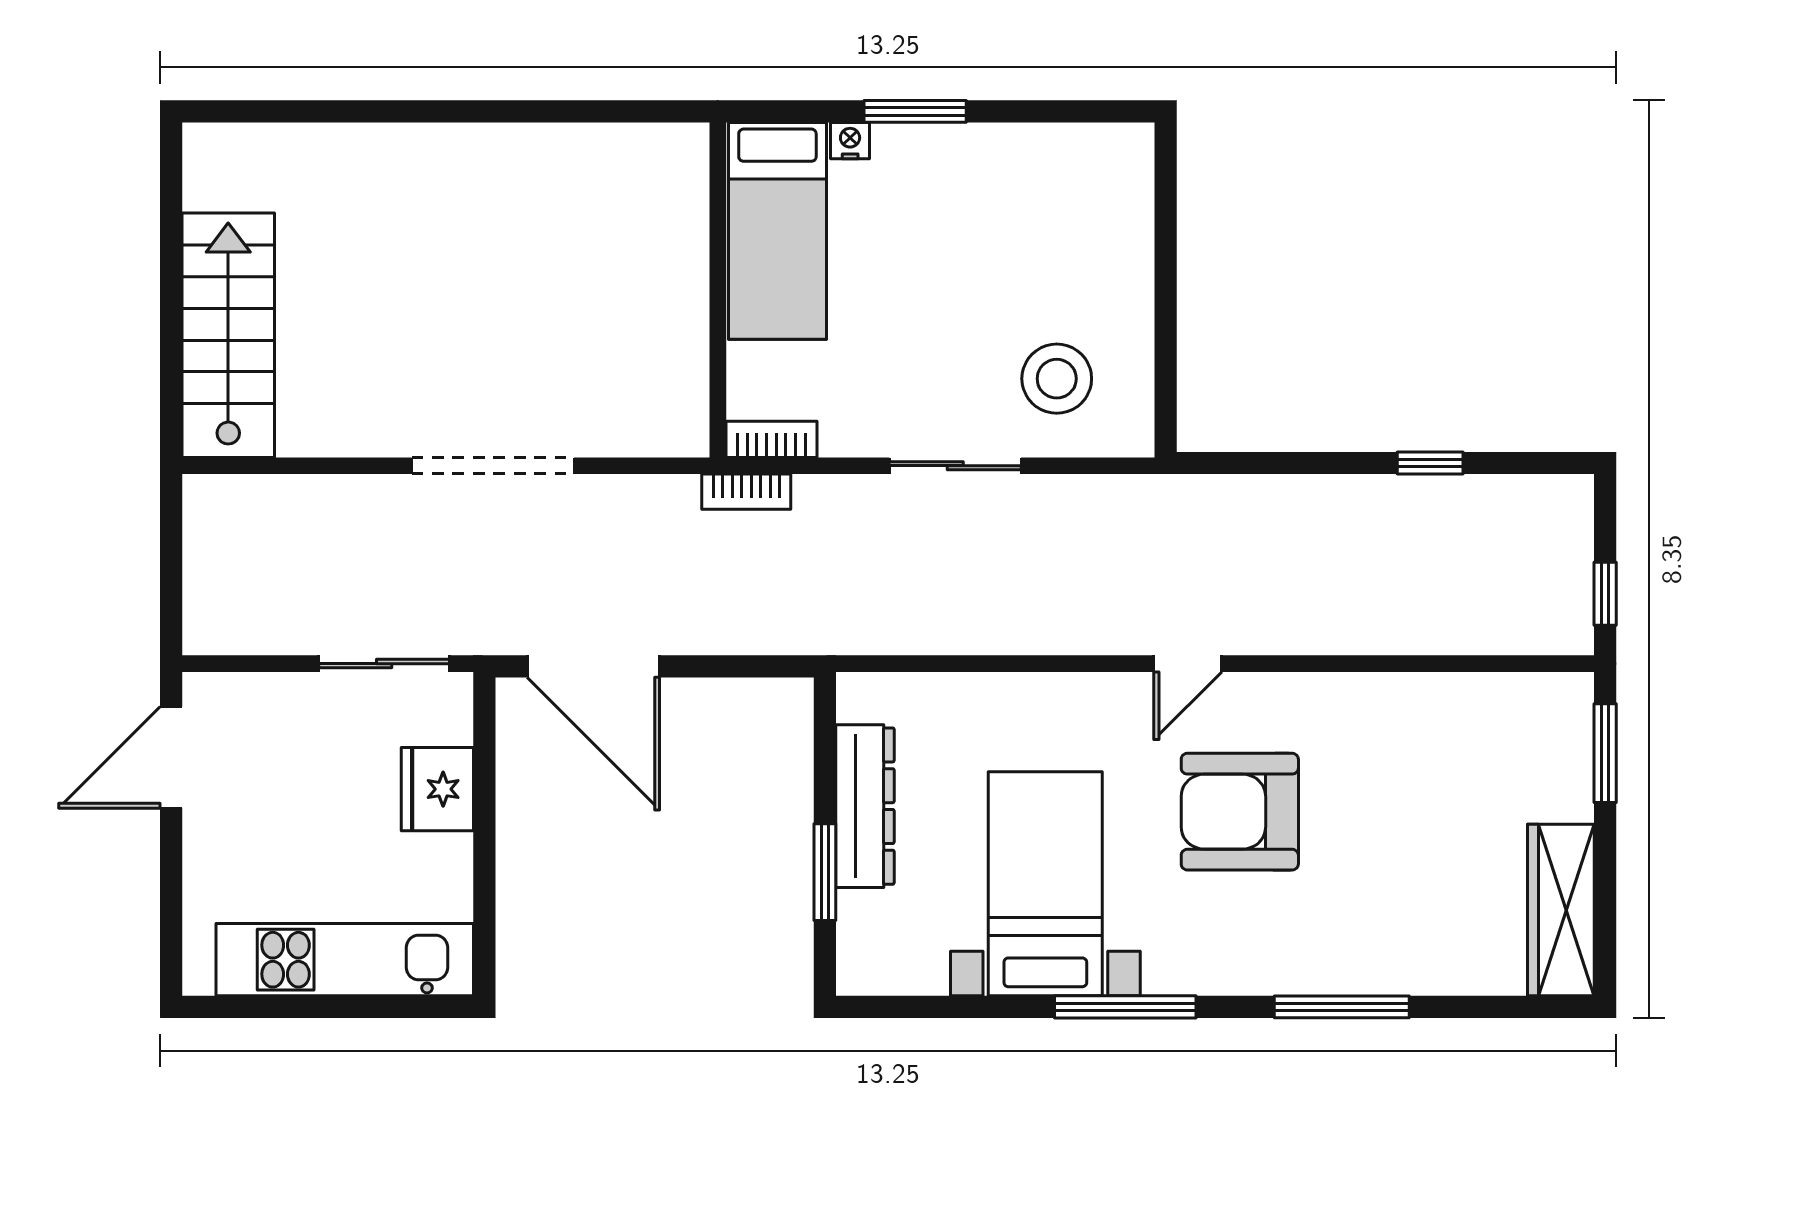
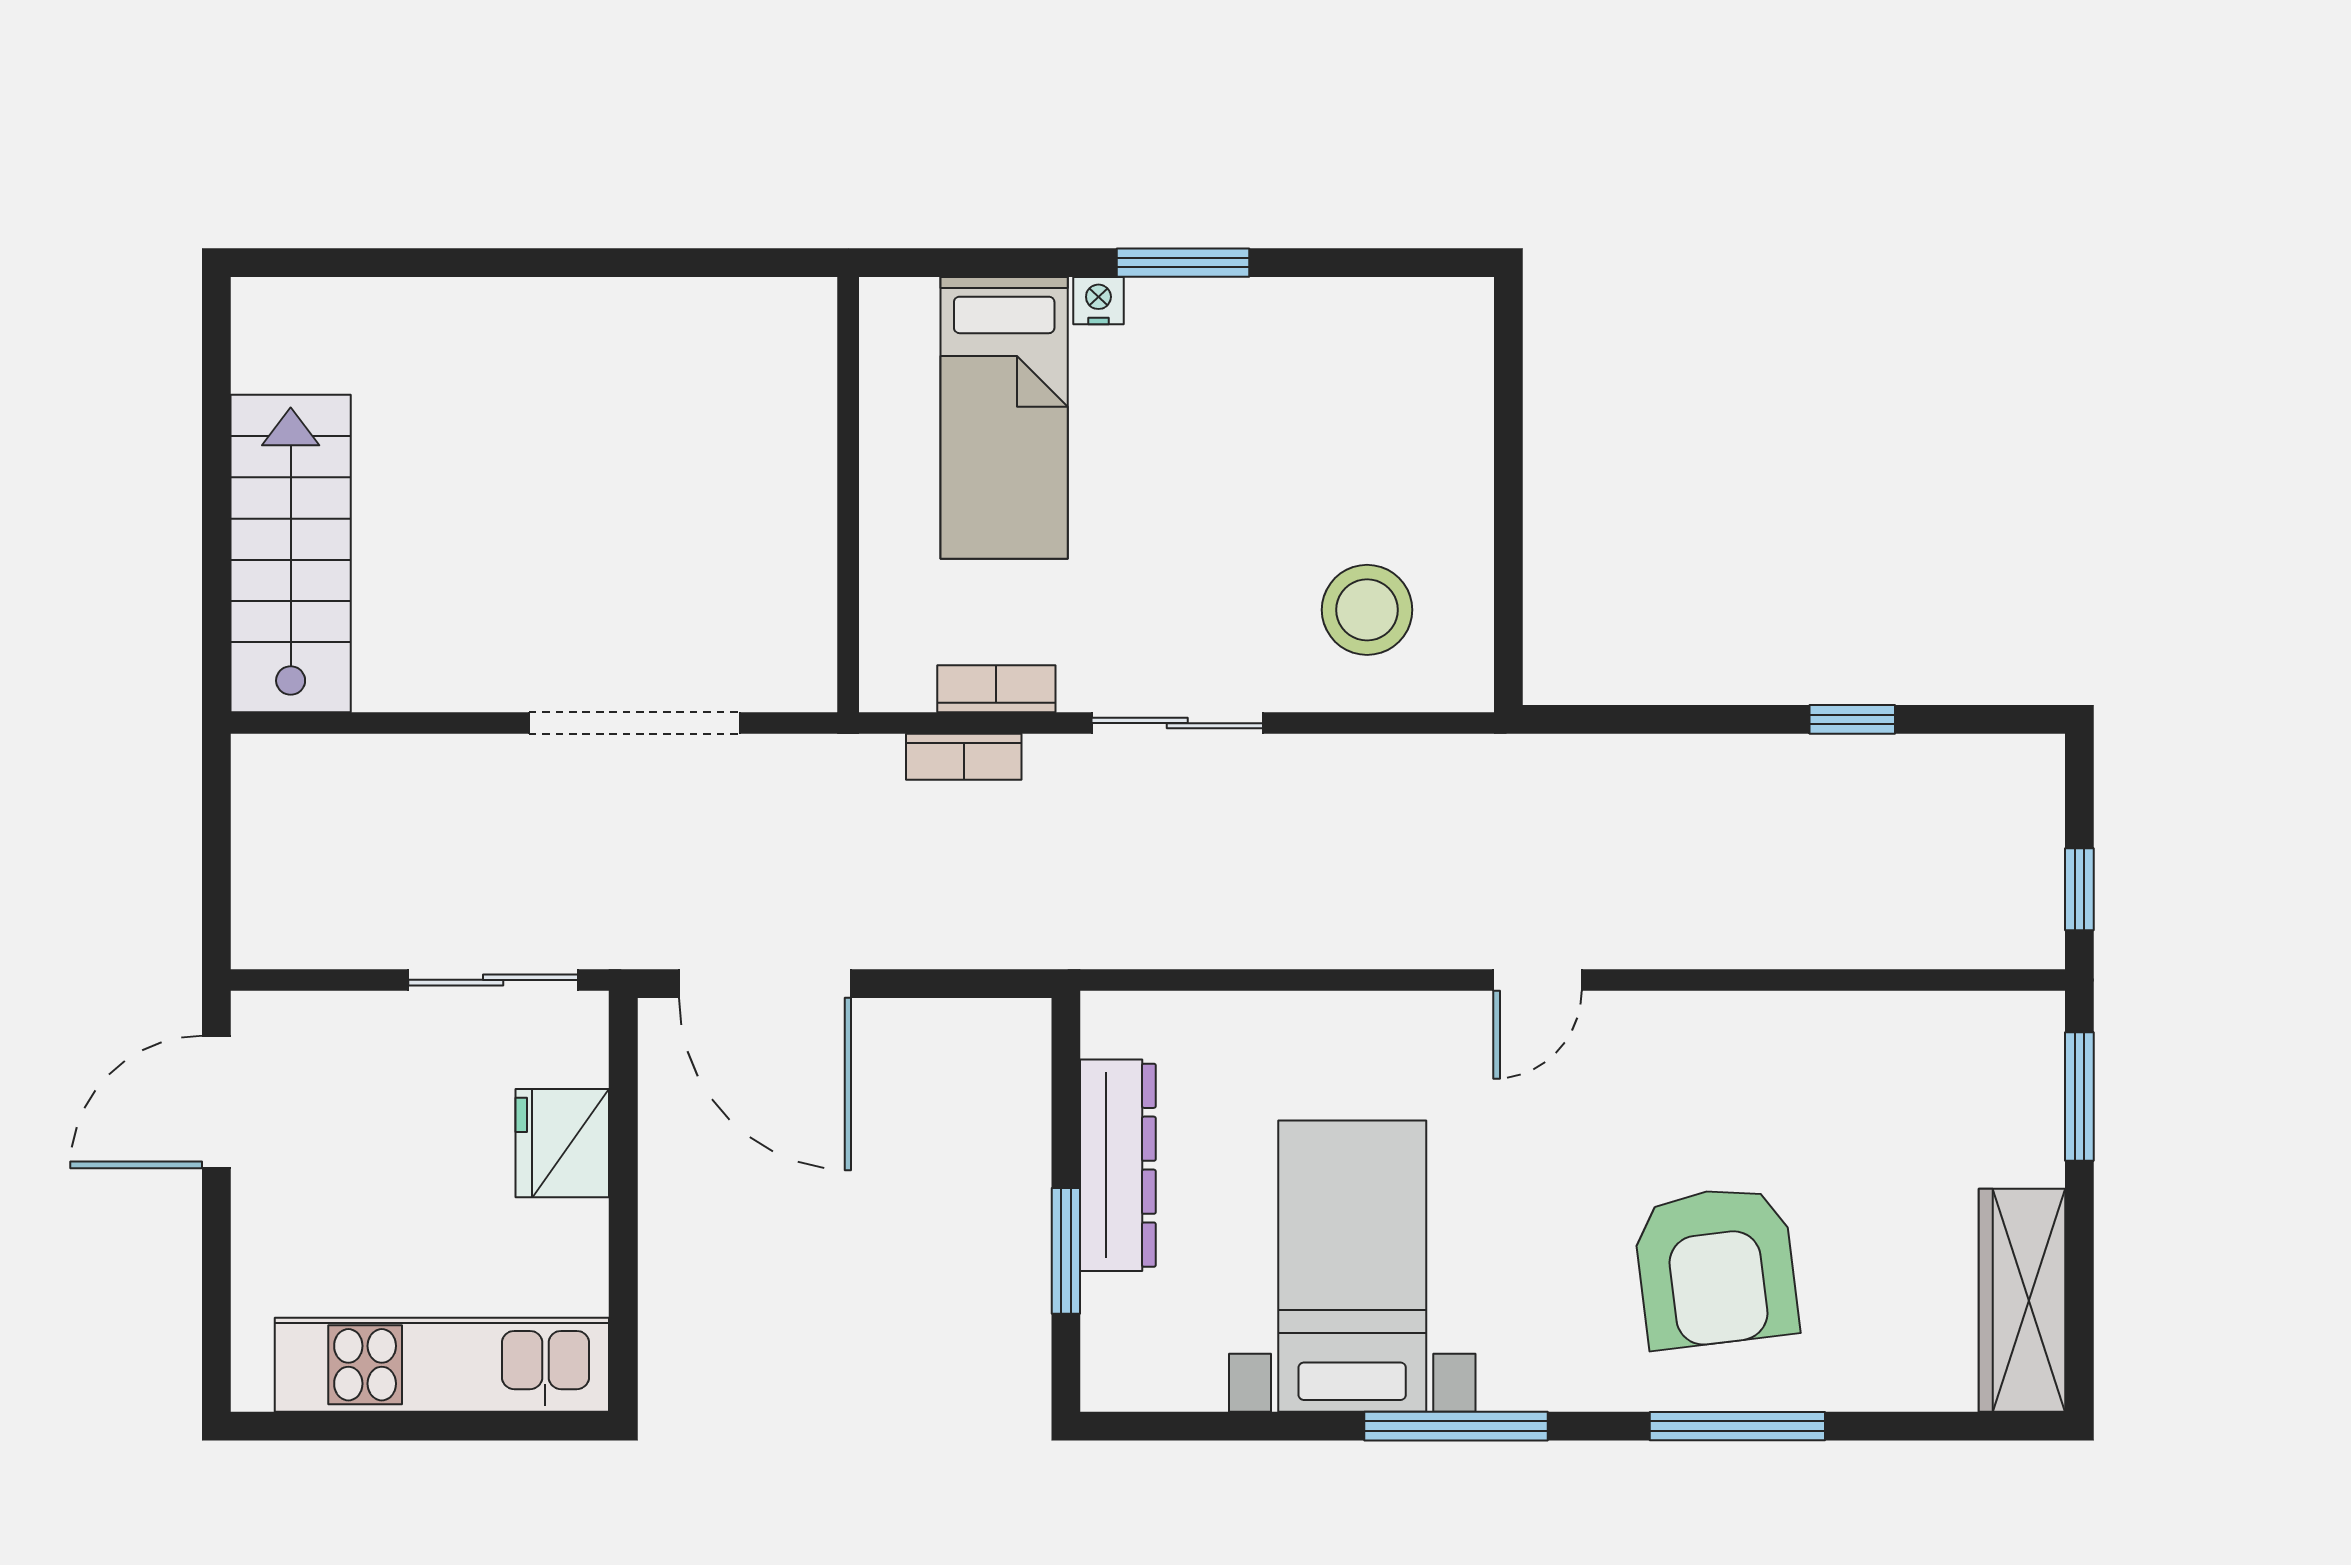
wall: (718, 290) -> (848, 495), moved
sliding door: (955, 466) -> (1177, 723), moved
armchair: (1240, 812) -> (1716, 1267), moved, turned -97

